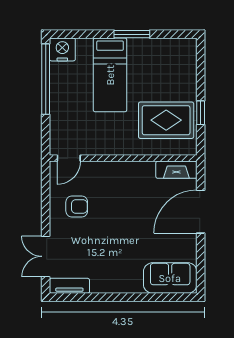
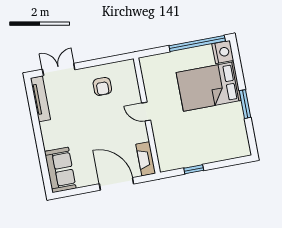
bed: (110, 75) -> (209, 87), width x1.50
rug: (166, 120) -> (183, 143), removed
door: (69, 158) -> (146, 112), moved
tv unit: (69, 286) -> (40, 99), width x1.41

